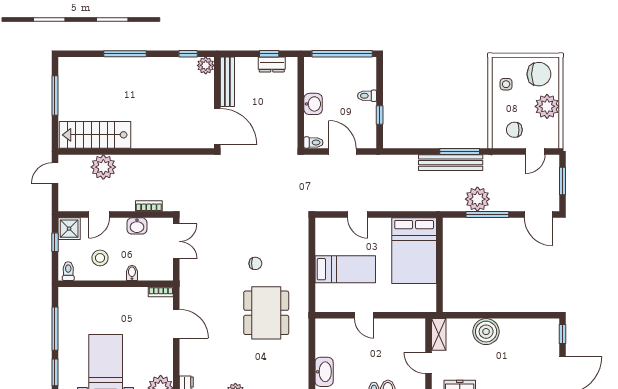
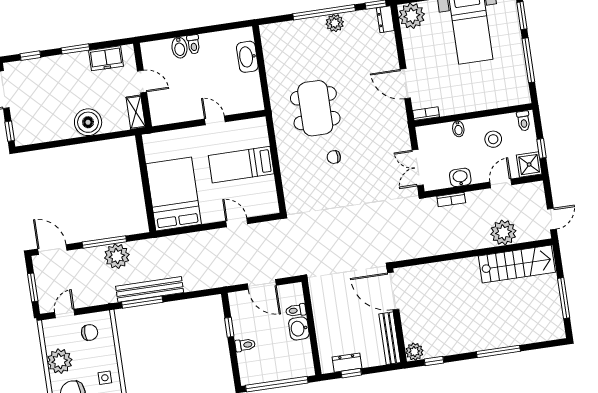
toilet: (313, 142) -> (296, 310), moved

